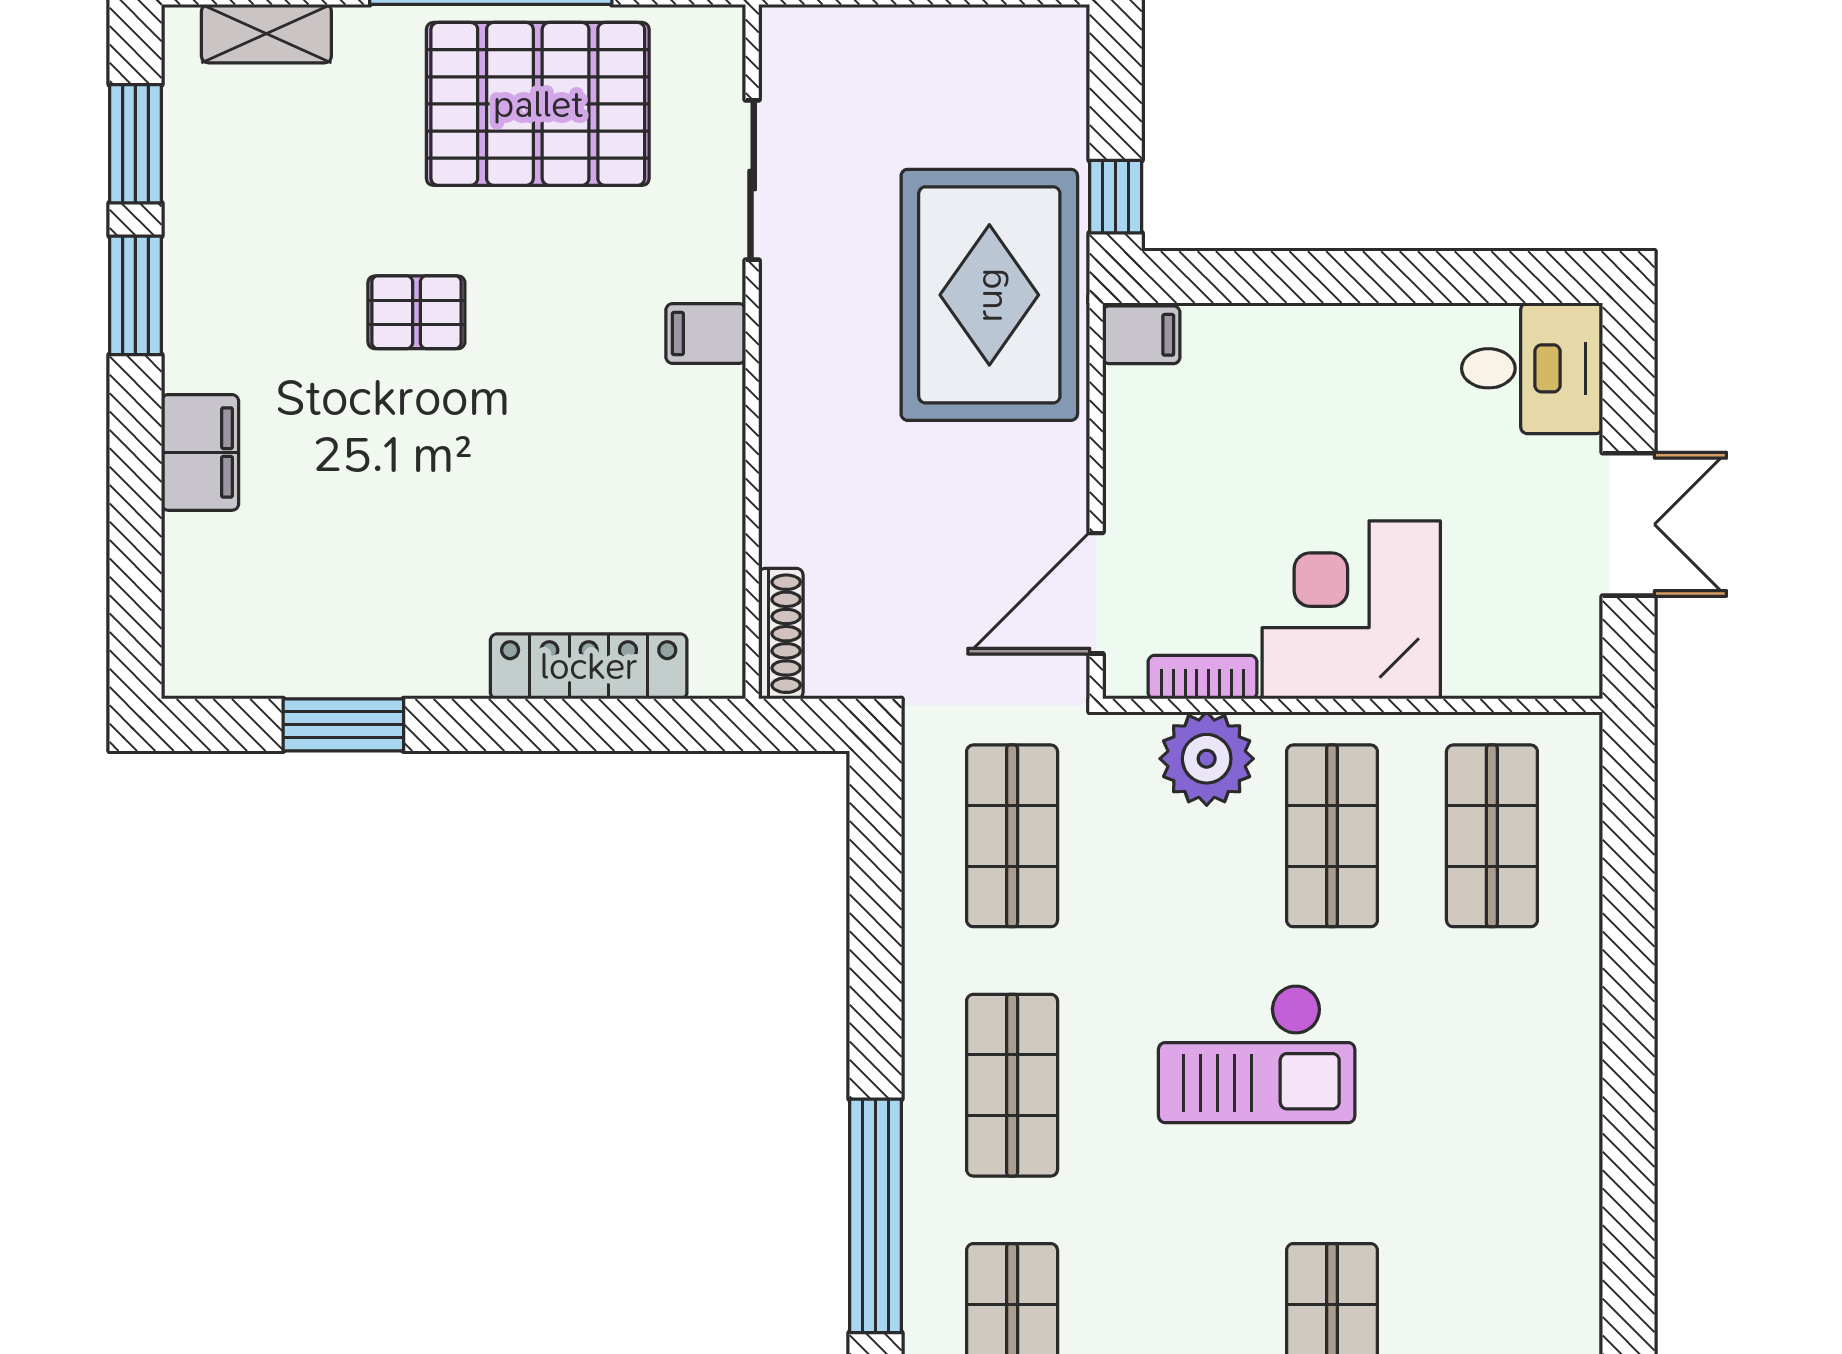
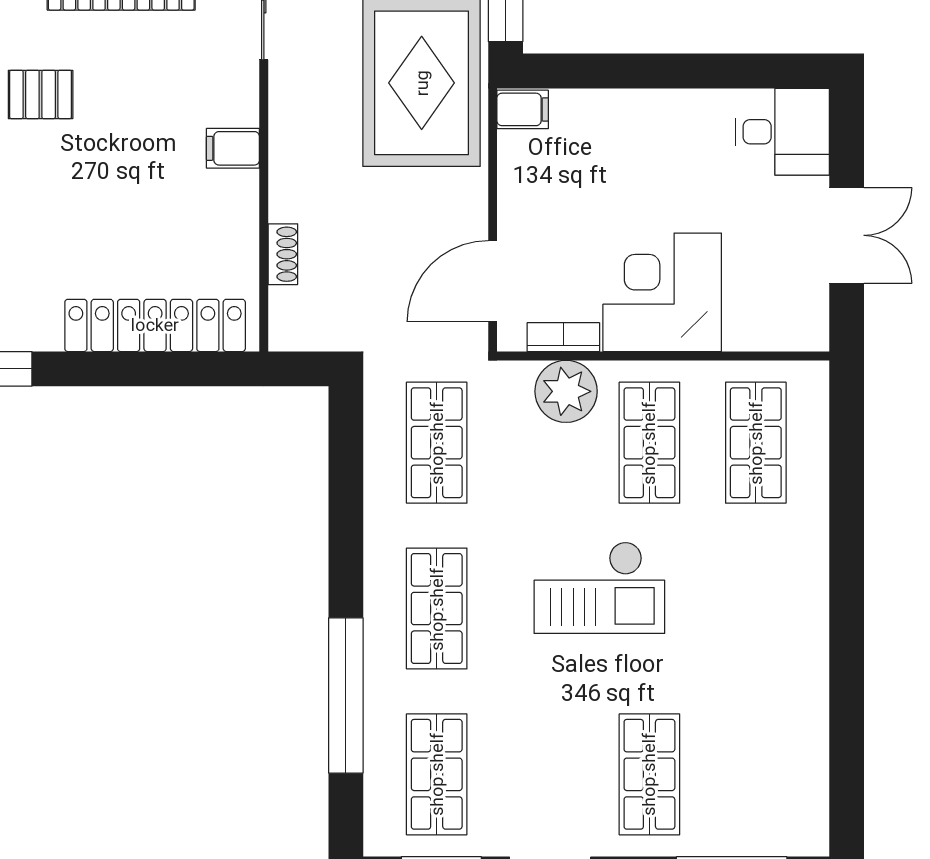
filing cabinet: (706, 334) -> (233, 148), moved
shoe rack: (781, 634) -> (283, 254), moved, width x0.70
locker: (589, 666) -> (155, 325), width x1.41, depth x1.21

